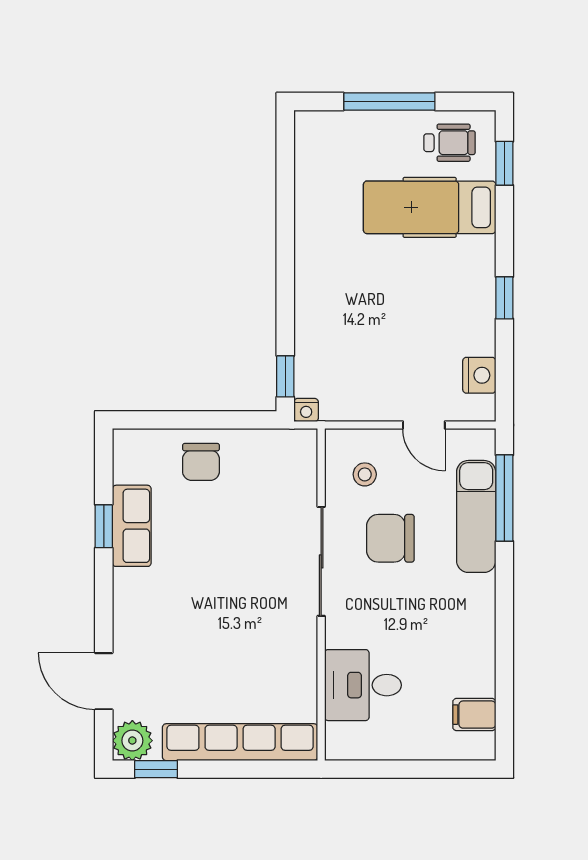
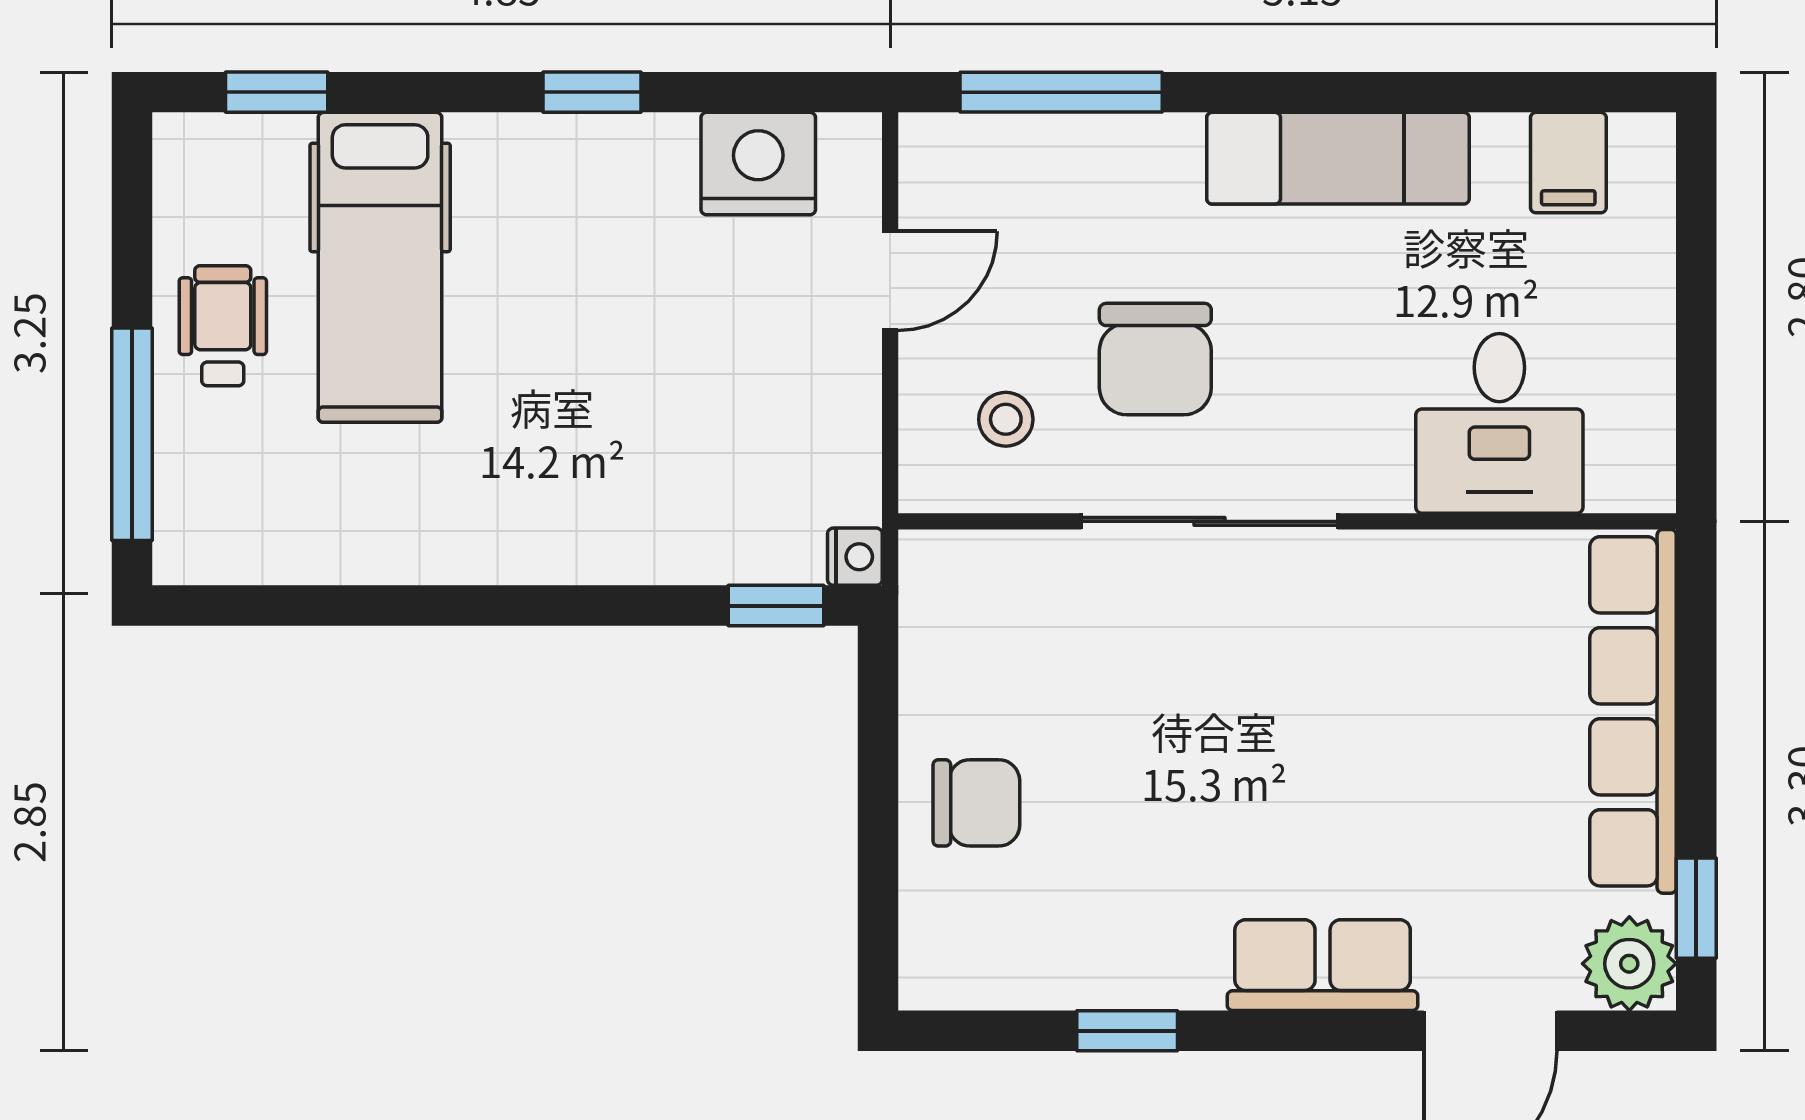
window: (389, 102) -> (132, 434), moved
wheelchair: (449, 143) -> (223, 326), moved
nightstand: (479, 375) -> (758, 164), width x1.36, depth x1.33
exam couch: (476, 516) -> (1338, 158), moved
row of seats: (132, 526) -> (1323, 965), moved

